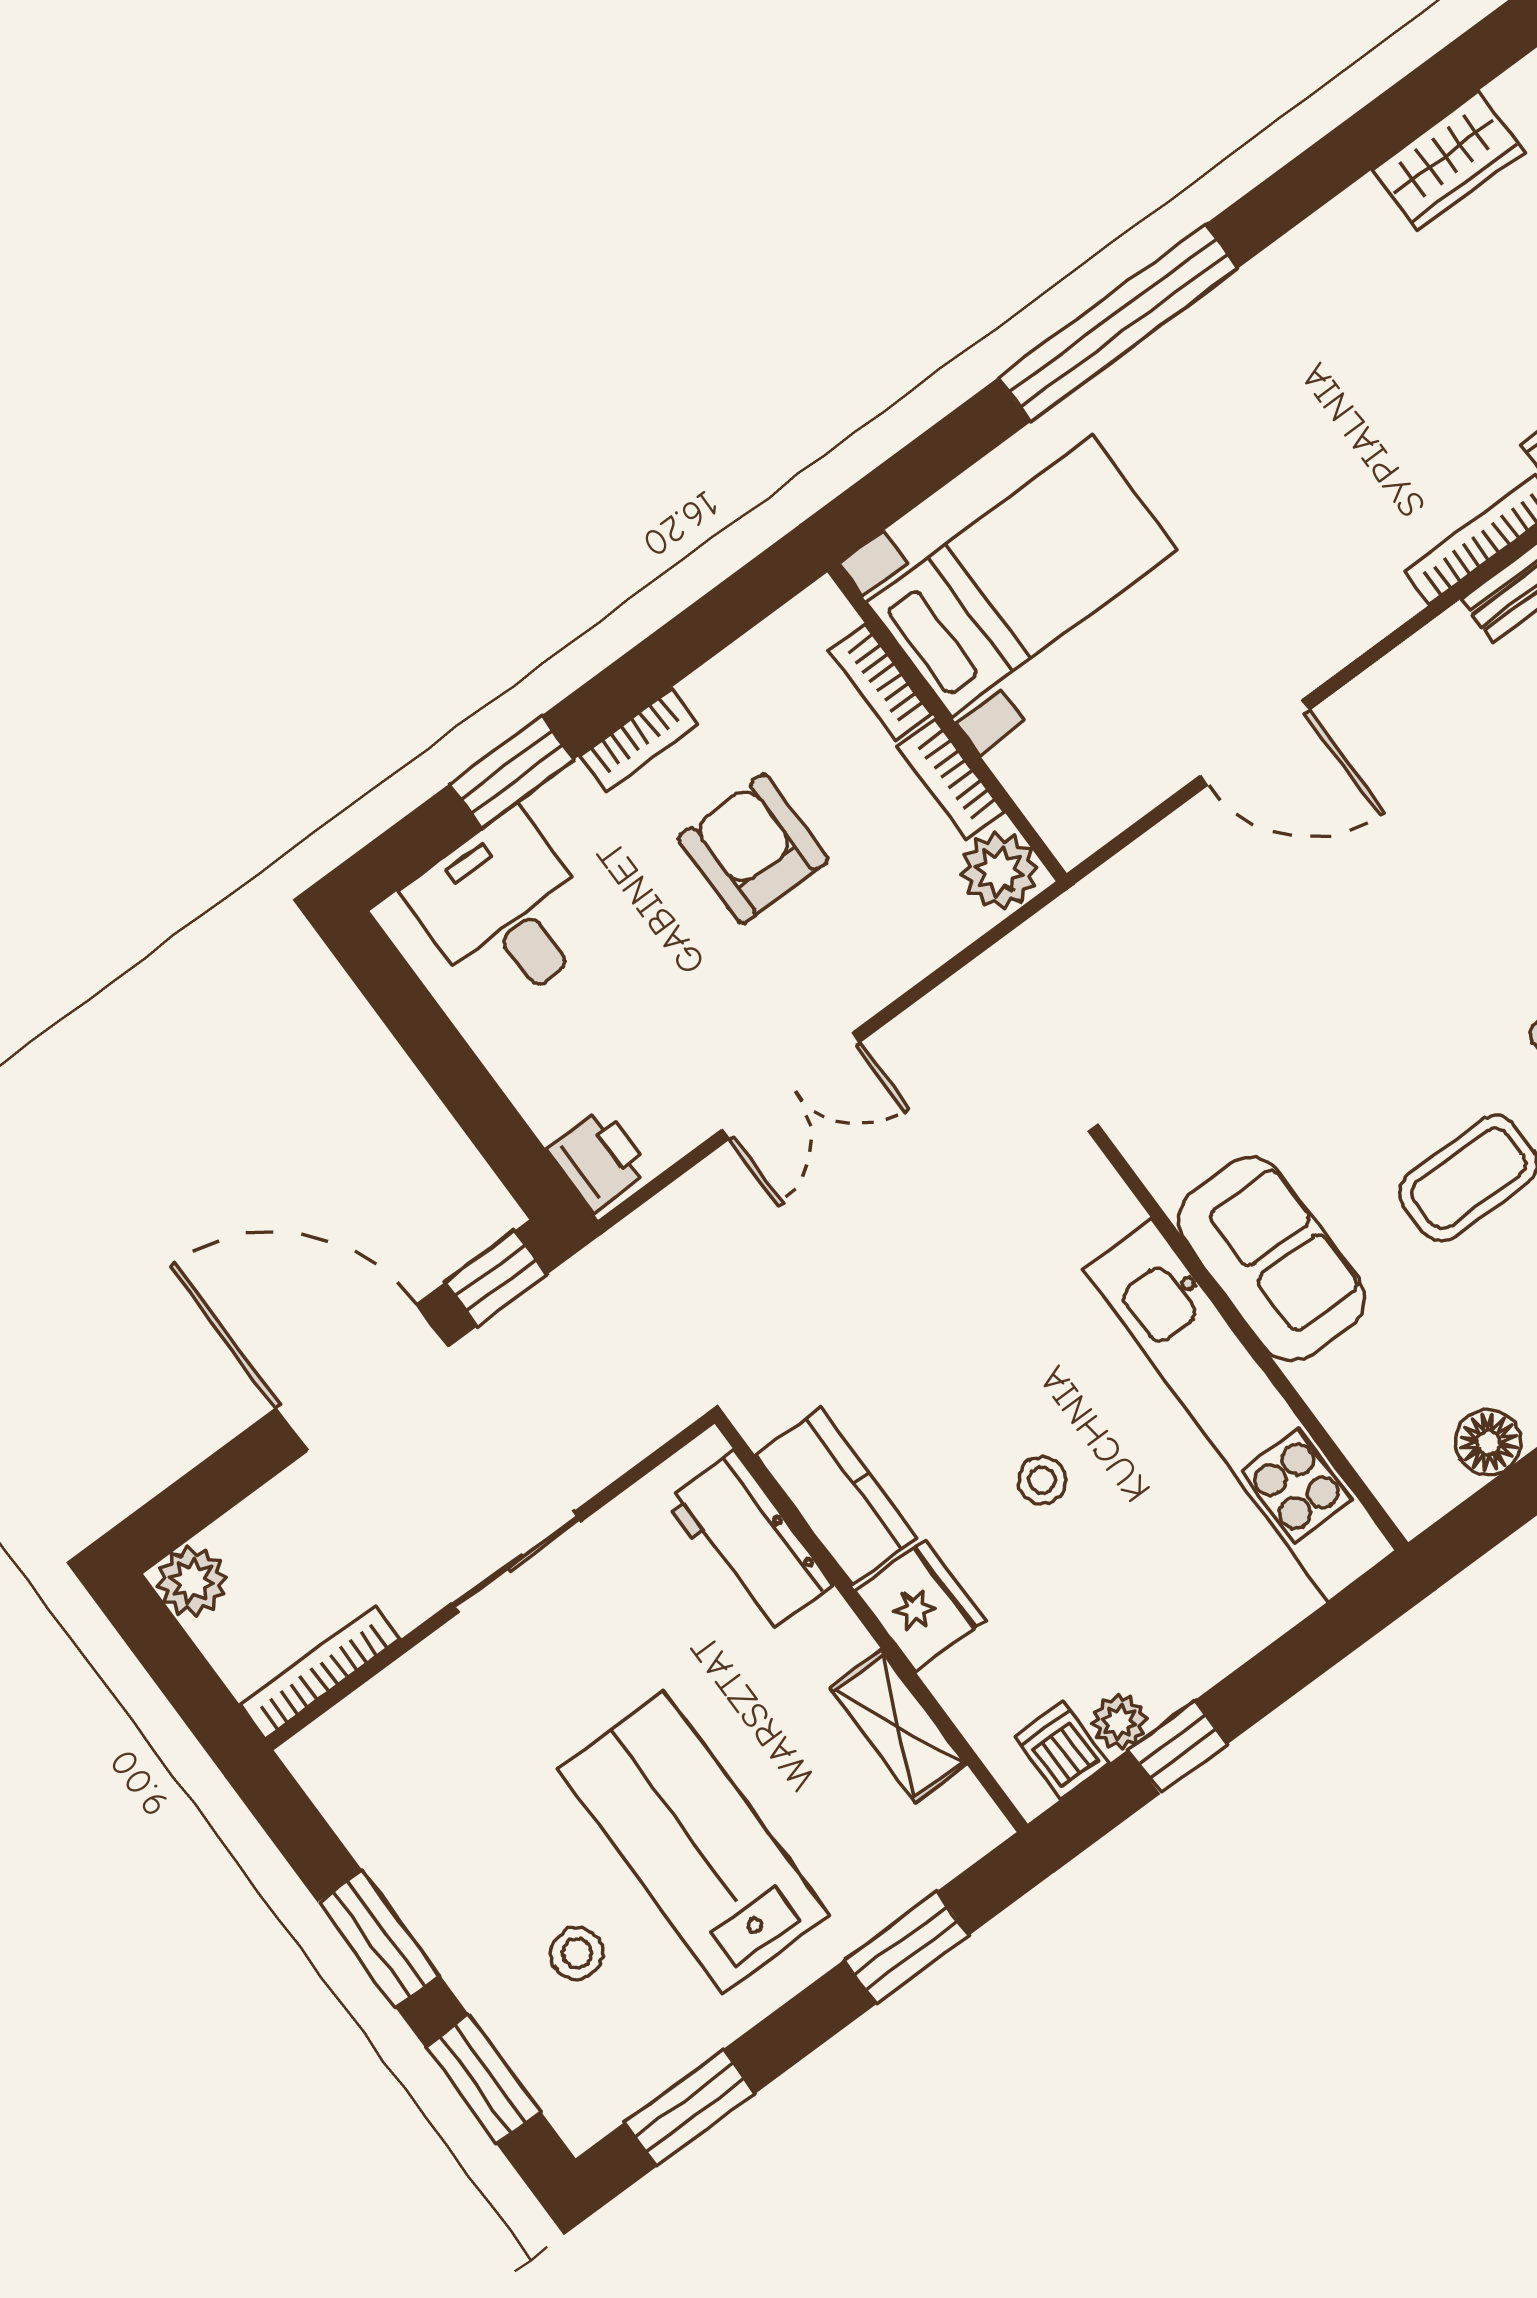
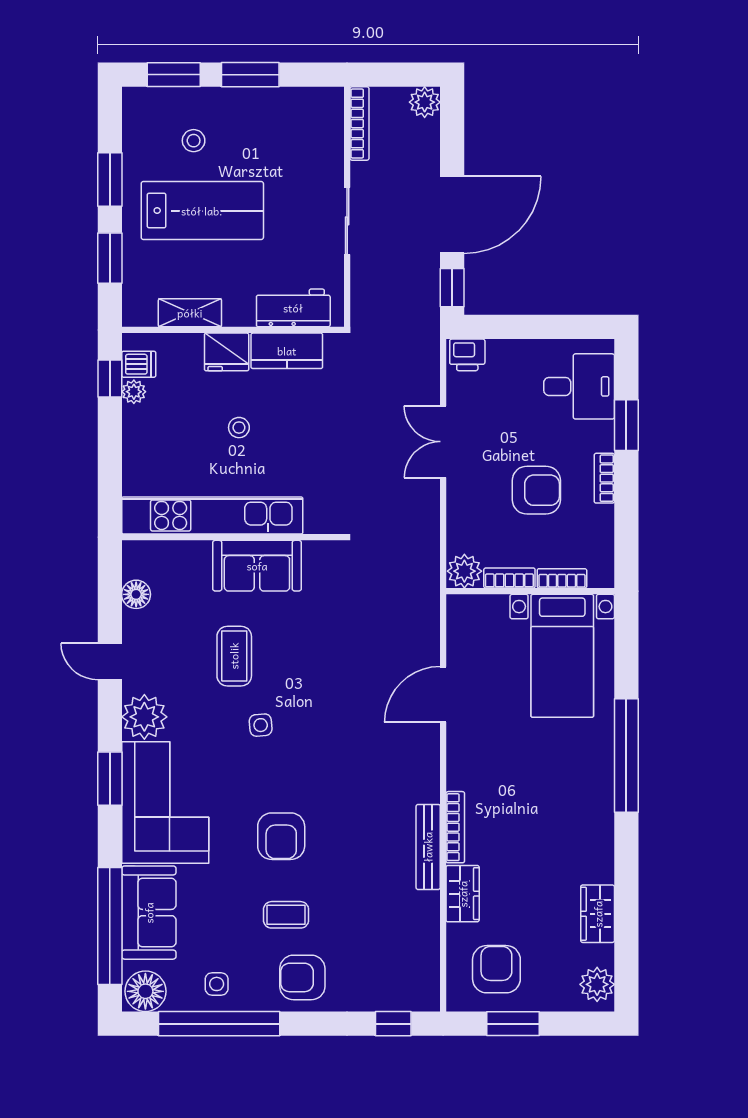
window: (1178, 1747) -> (110, 378), moved
window: (690, 2108) -> (110, 180), moved

